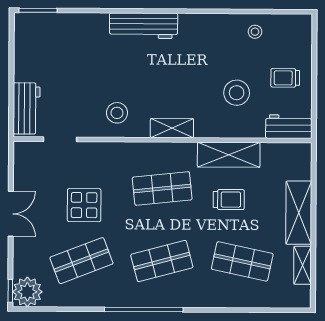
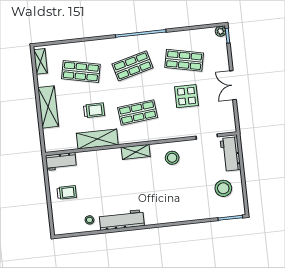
workbench: (144, 26) -> (122, 220), moved
stool: (237, 93) -> (223, 188), moved
trolley: (229, 200) -> (94, 110), turned 180
shop shelf: (81, 261) -> (184, 60), turned 33
shelving: (303, 265) -> (41, 61), moved
plant: (27, 292) -> (221, 31), width x0.53, depth x0.53

